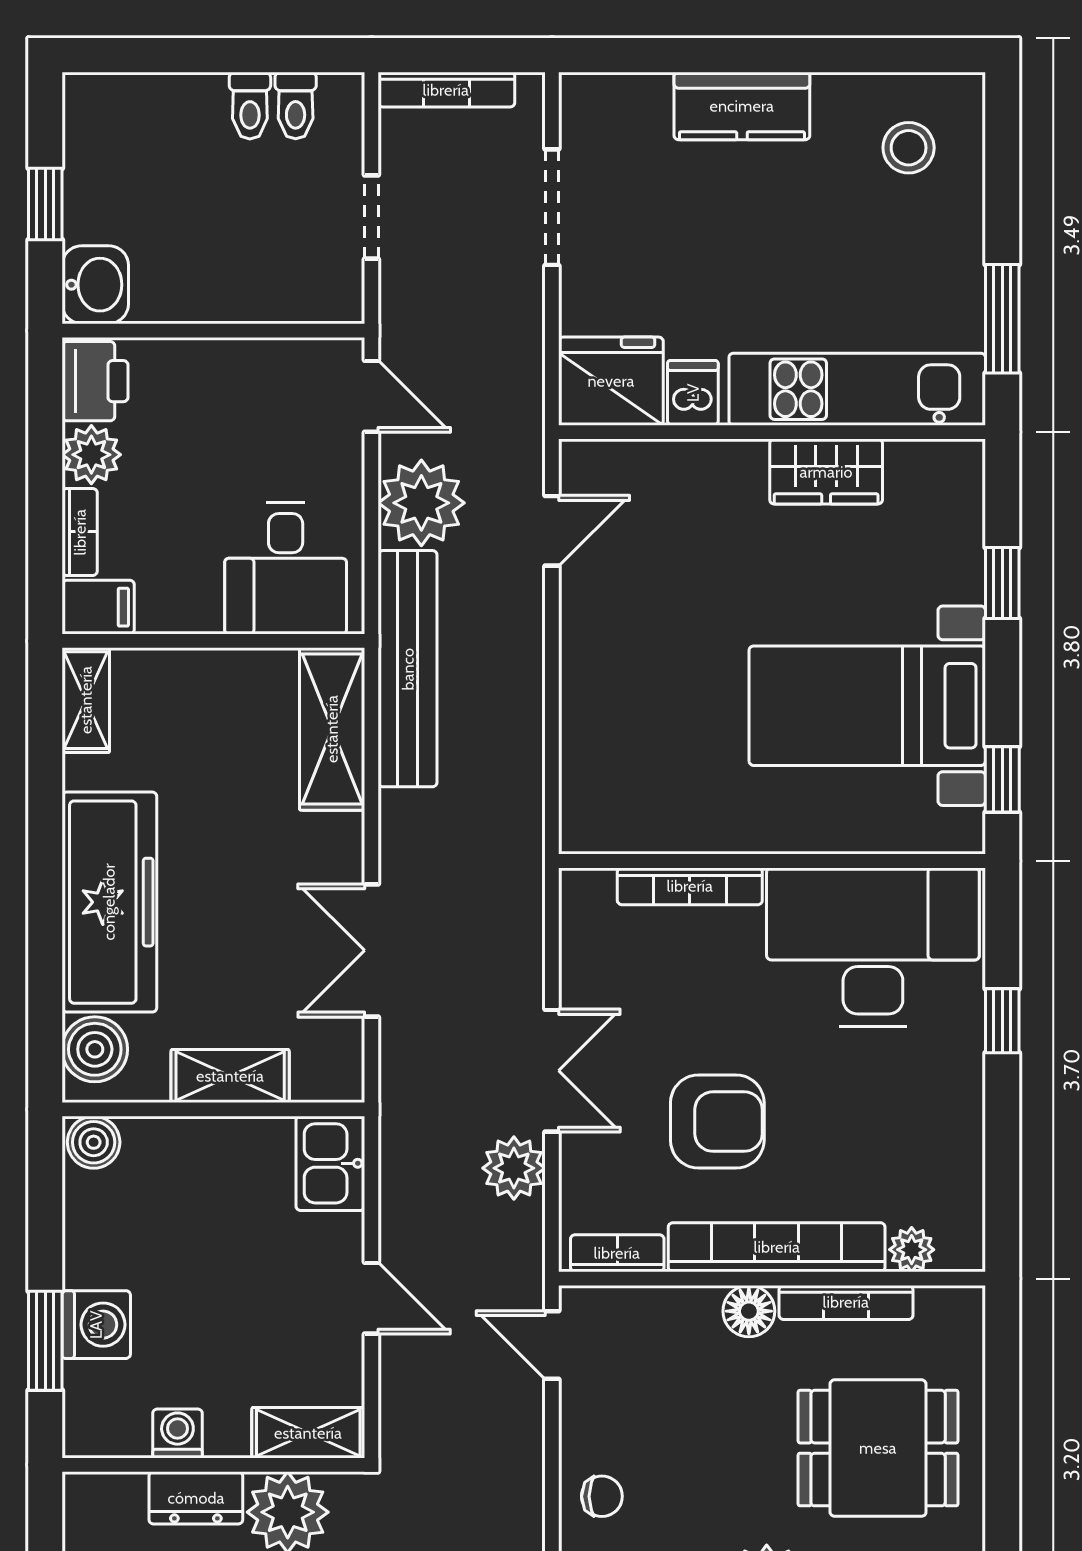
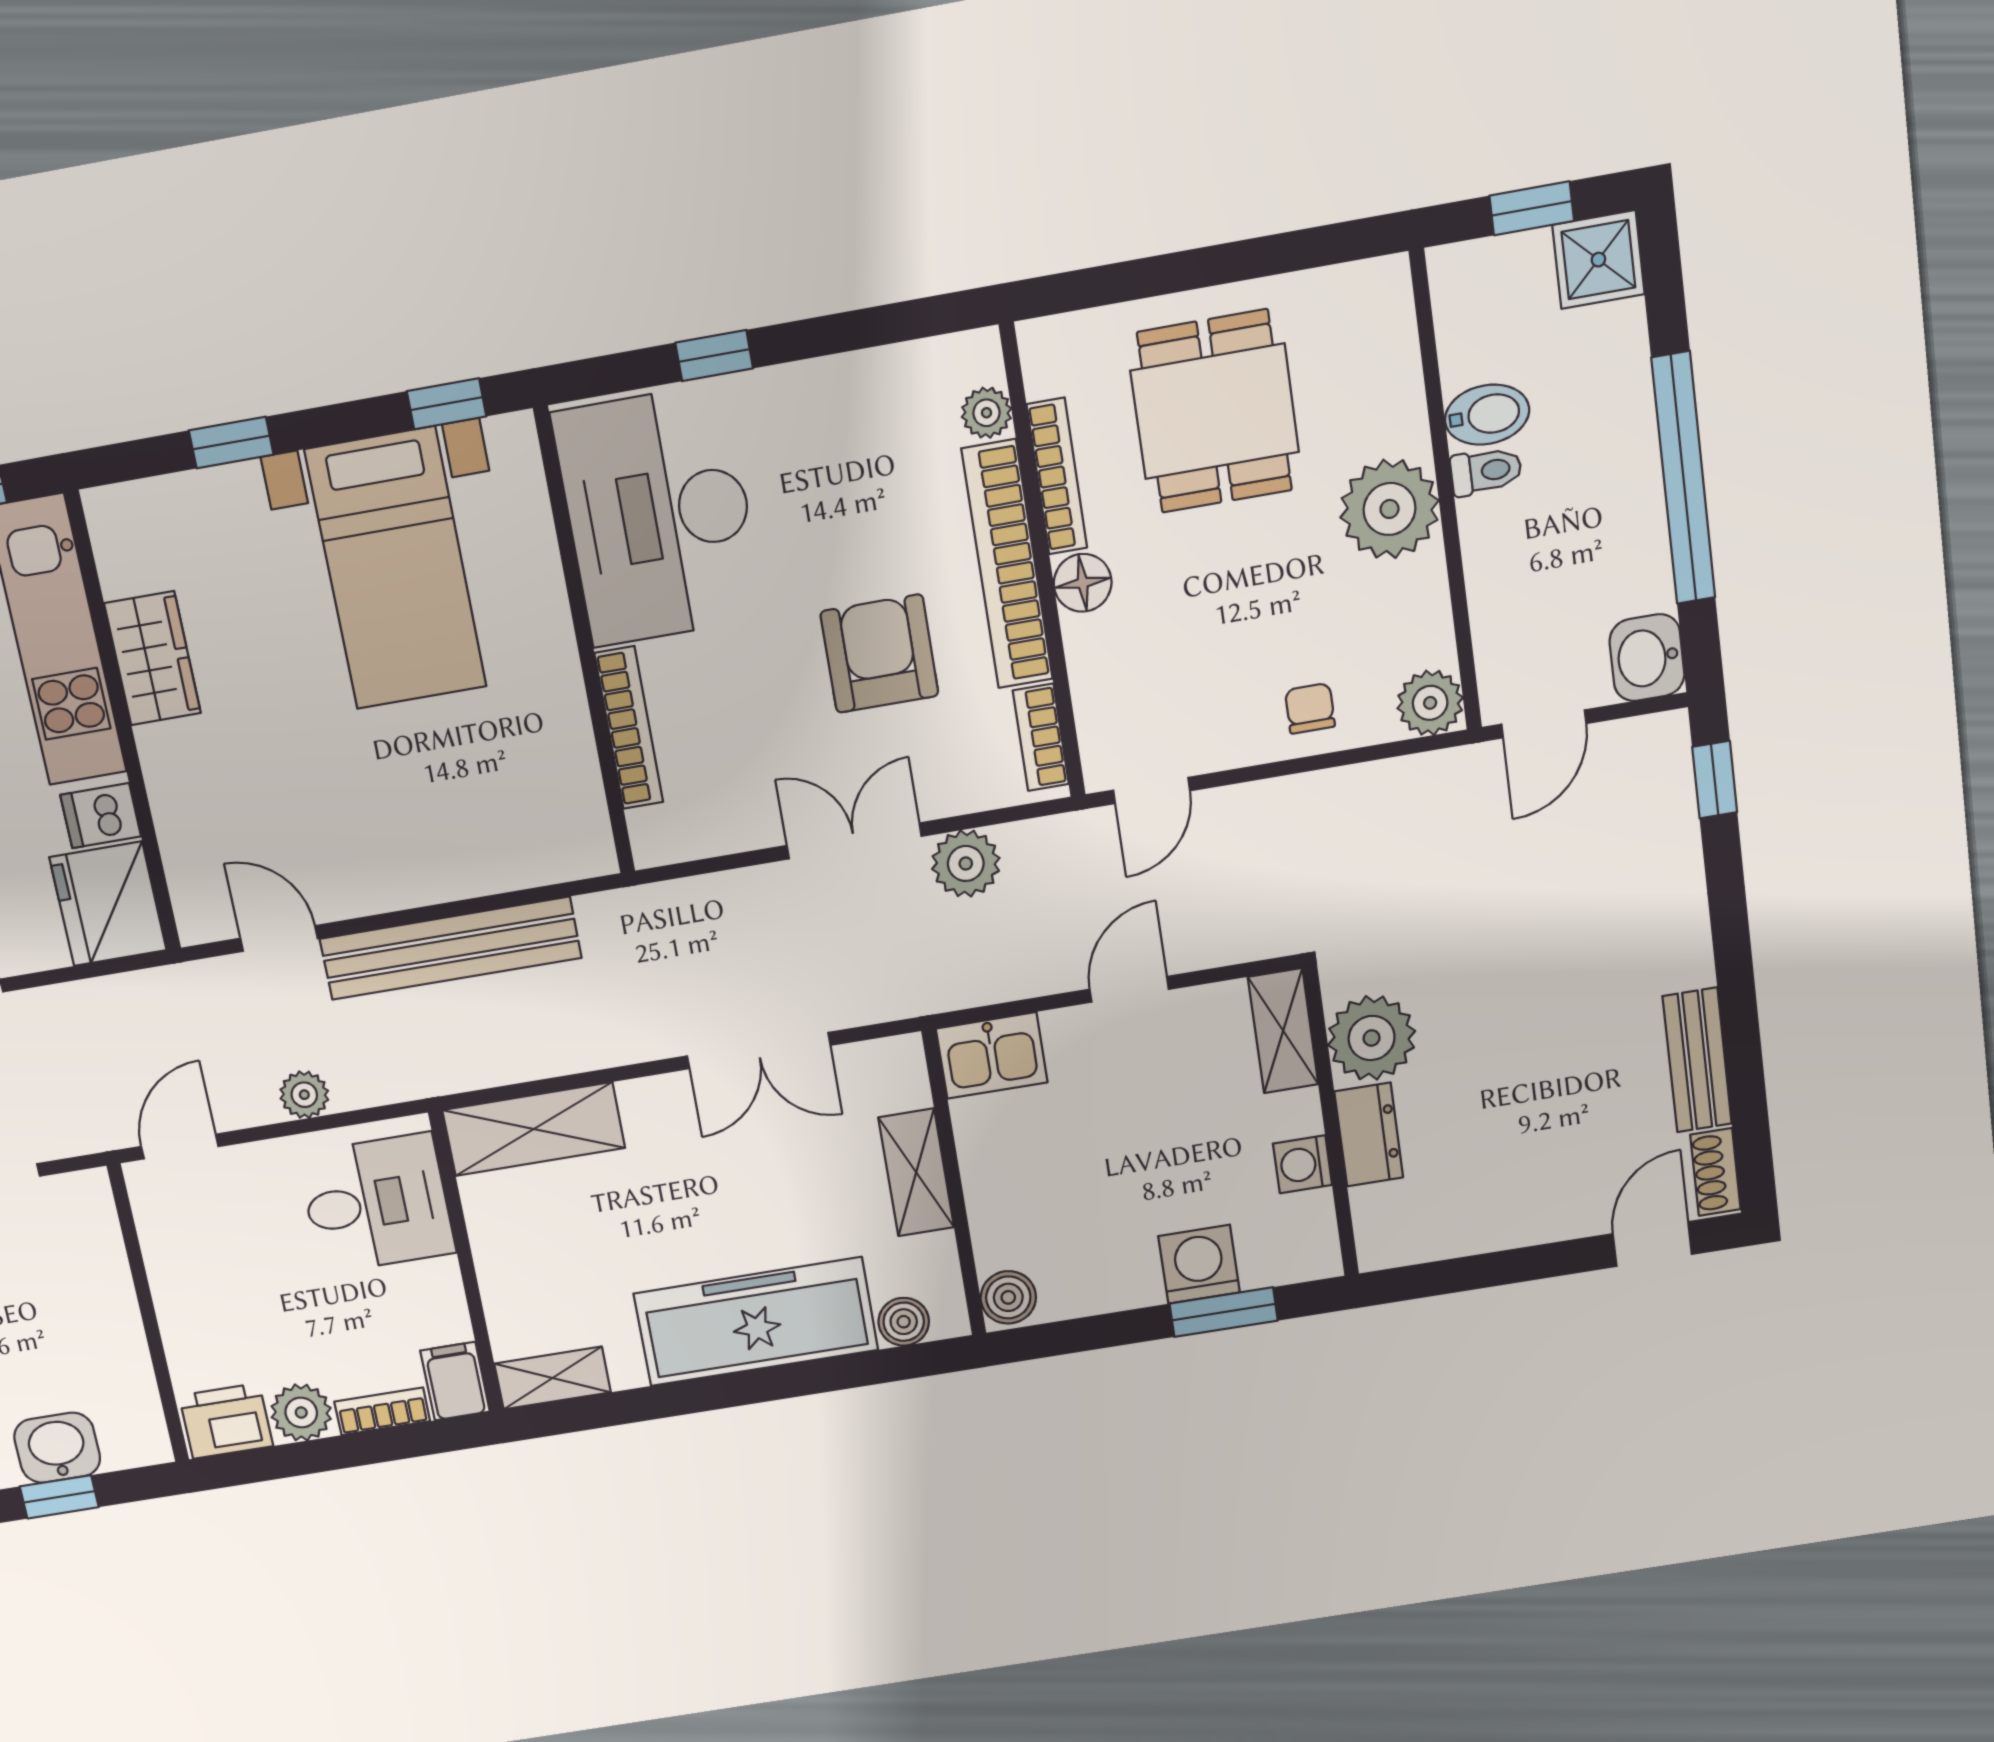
washbasin: (95, 285) -> (57, 1448), moved
plant: (421, 503) -> (304, 1095), width x0.53, depth x0.53
bench: (408, 669) -> (451, 948), moved
boiler: (95, 1049) -> (904, 1322), width x0.73, depth x0.73

